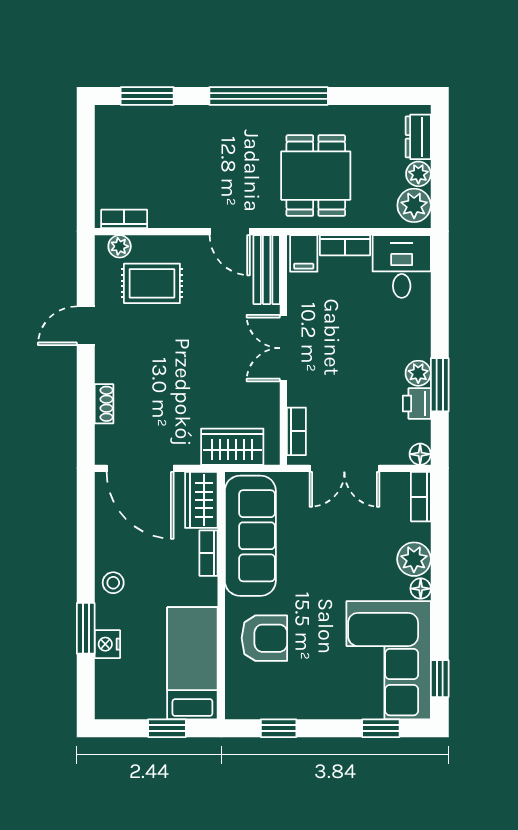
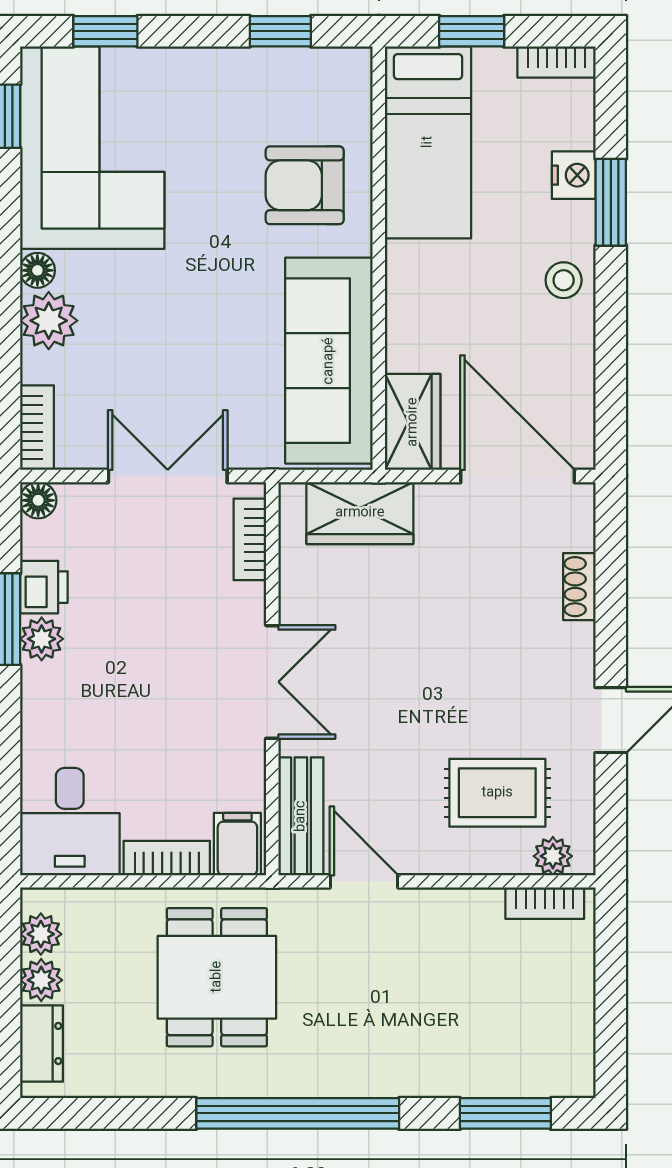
plant: (414, 205) -> (41, 934), width x0.73, depth x0.73
bookcase: (209, 553) -> (557, 62), moved, turned 90

